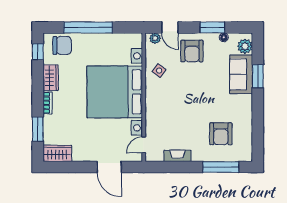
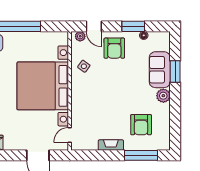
plant: (245, 46) -> (163, 96), moved
fireplace: (177, 156) -> (111, 145), moved

